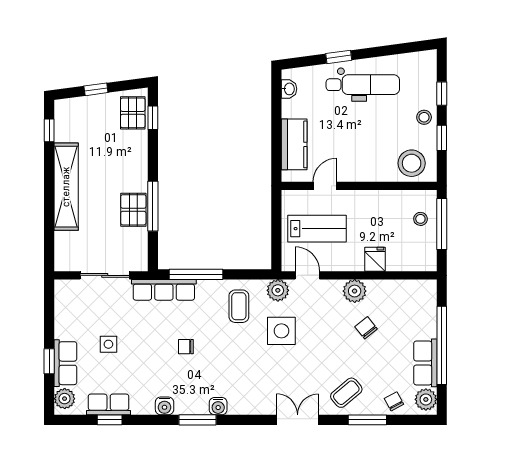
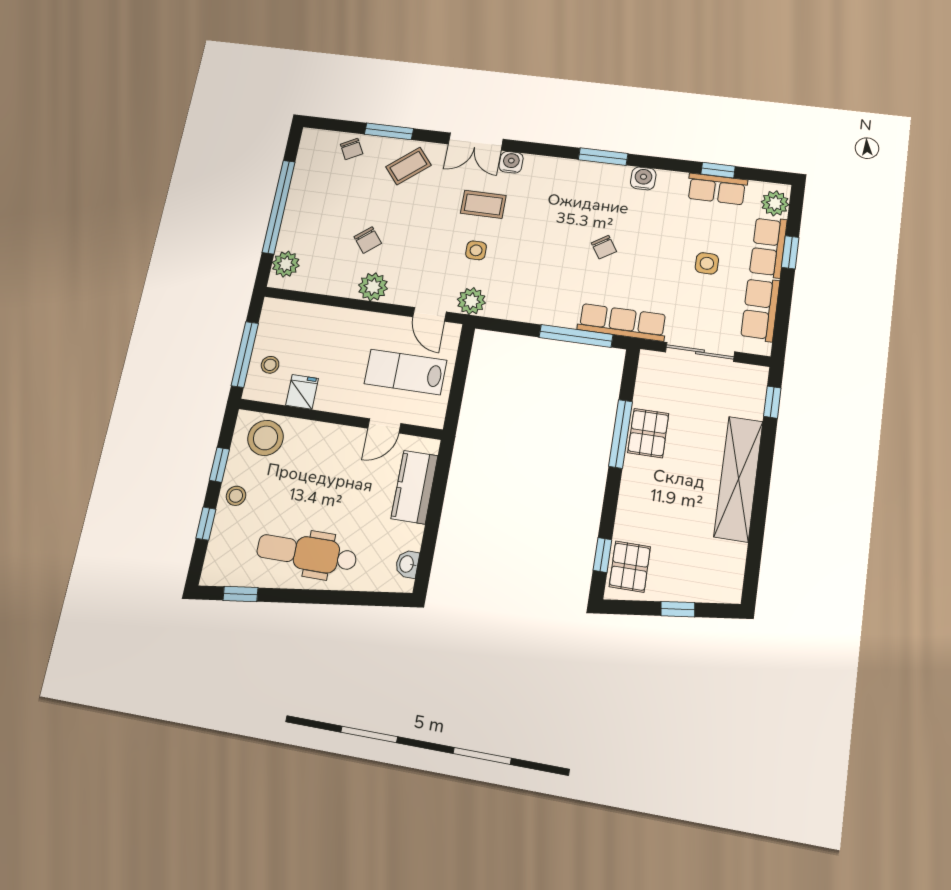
window: (339, 57) -> (240, 594), moved
window: (49, 130) -> (772, 402), moved
fridge: (375, 259) -> (302, 392), moved, turned 180
coffee table: (239, 306) -> (483, 204), moved, turned 90
side table: (281, 331) -> (476, 250), width x0.54, depth x0.54
chair: (186, 347) -> (604, 247), turned 57
row of seats: (425, 363) -> (760, 309), moved, turned 180
plant: (426, 399) -> (286, 264), moved
water cooler: (218, 406) -> (511, 162), moved

